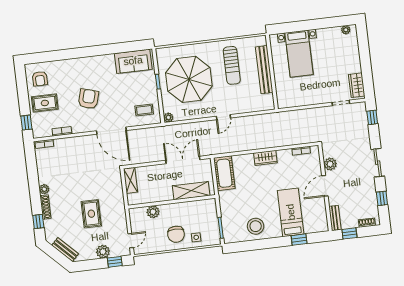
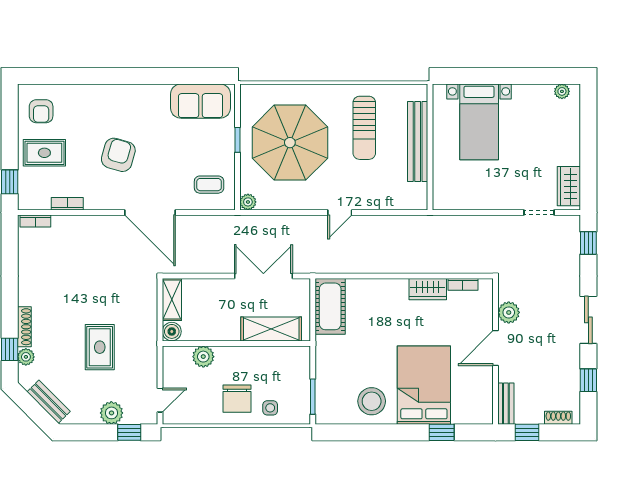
wardrobe: (265, 158) -> (428, 289), moved
plant: (44, 189) -> (26, 357), moved
boiler: (133, 199) -> (172, 331), added
bed: (291, 212) -> (424, 385), width x1.50

